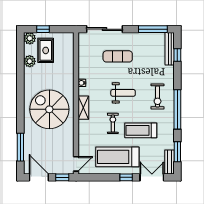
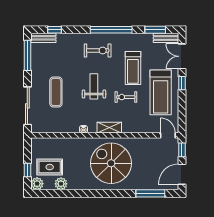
bench: (170, 49) -> (43, 38), width x0.73
spiral stairs: (49, 109) -> (111, 163), turned 90

